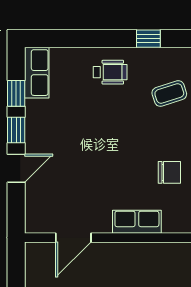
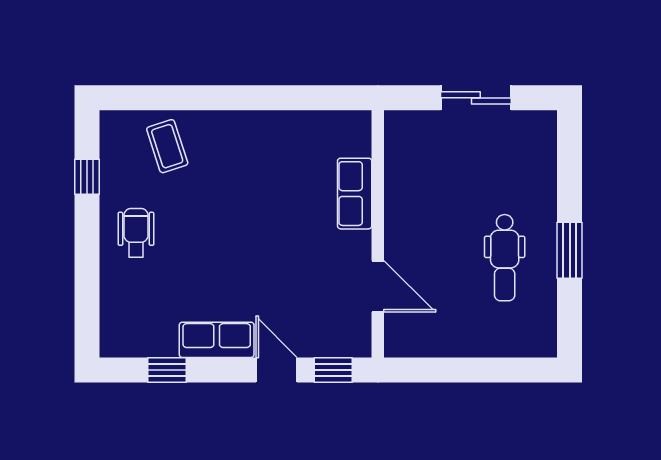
row of seats: (37, 73) -> (217, 340), moved
window: (16, 130) -> (333, 370), moved
chair: (169, 172) -> (282, 146), removed

